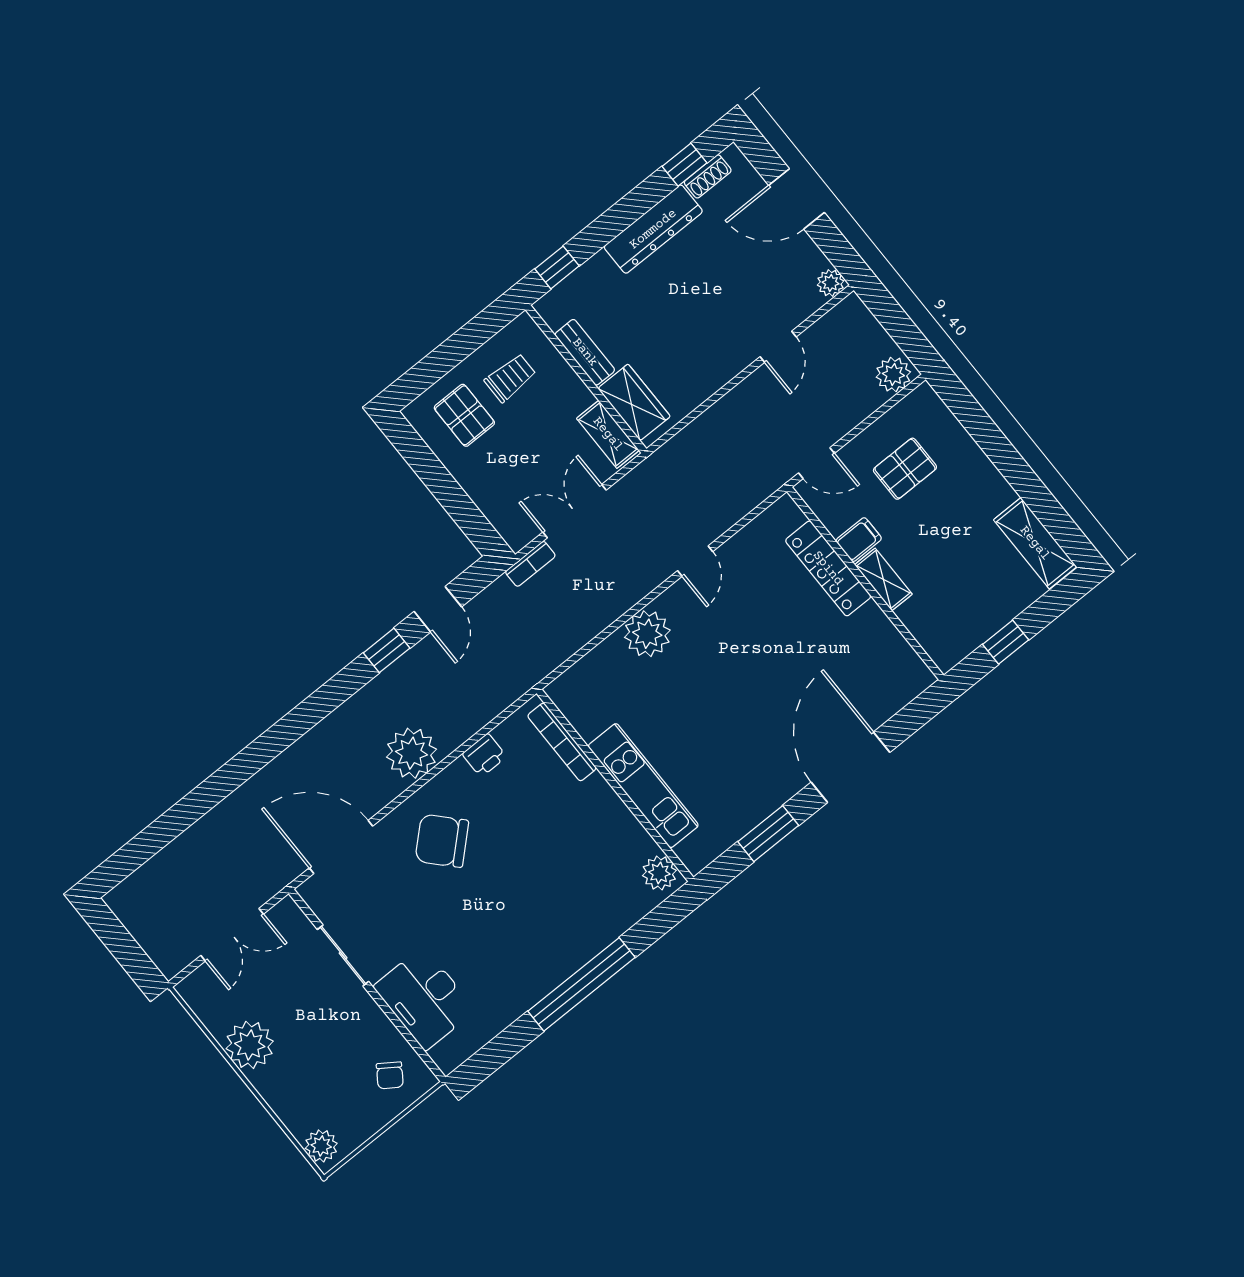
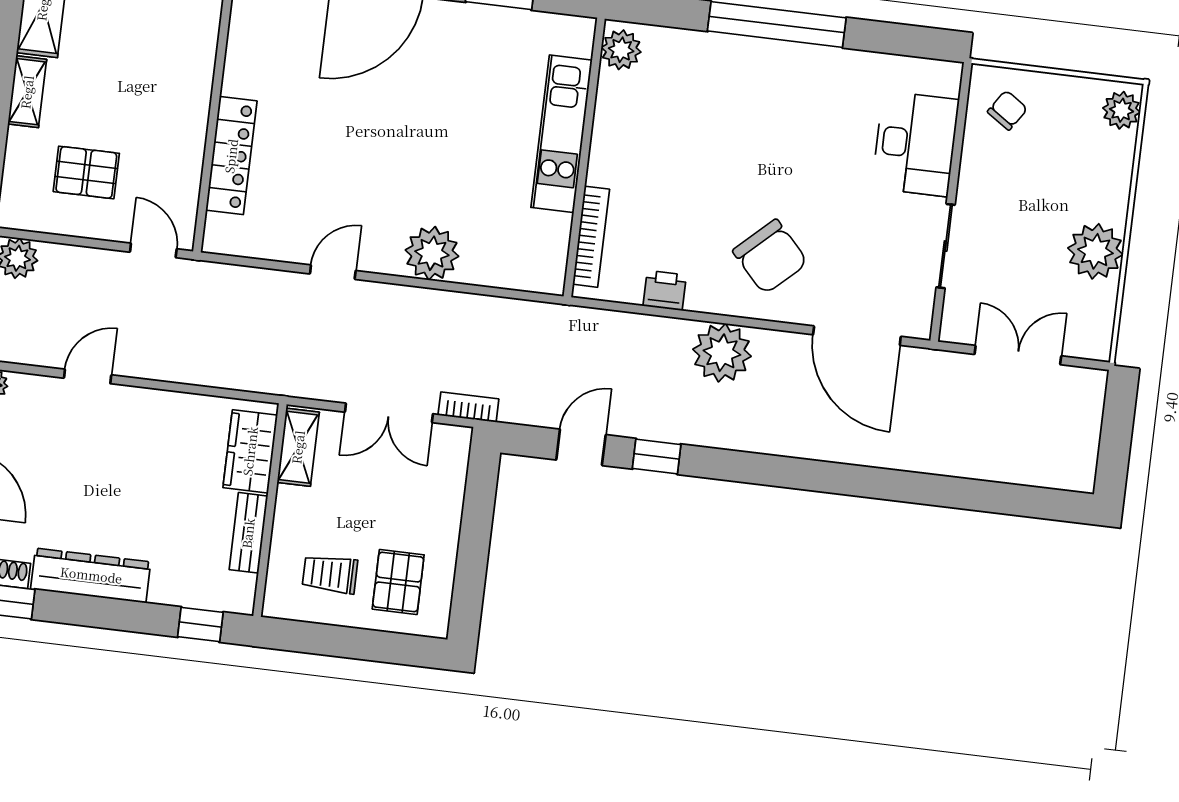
filing cabinet: (859, 540) -> (183, 154), removed
shelving: (883, 579) -> (27, 92), moved

